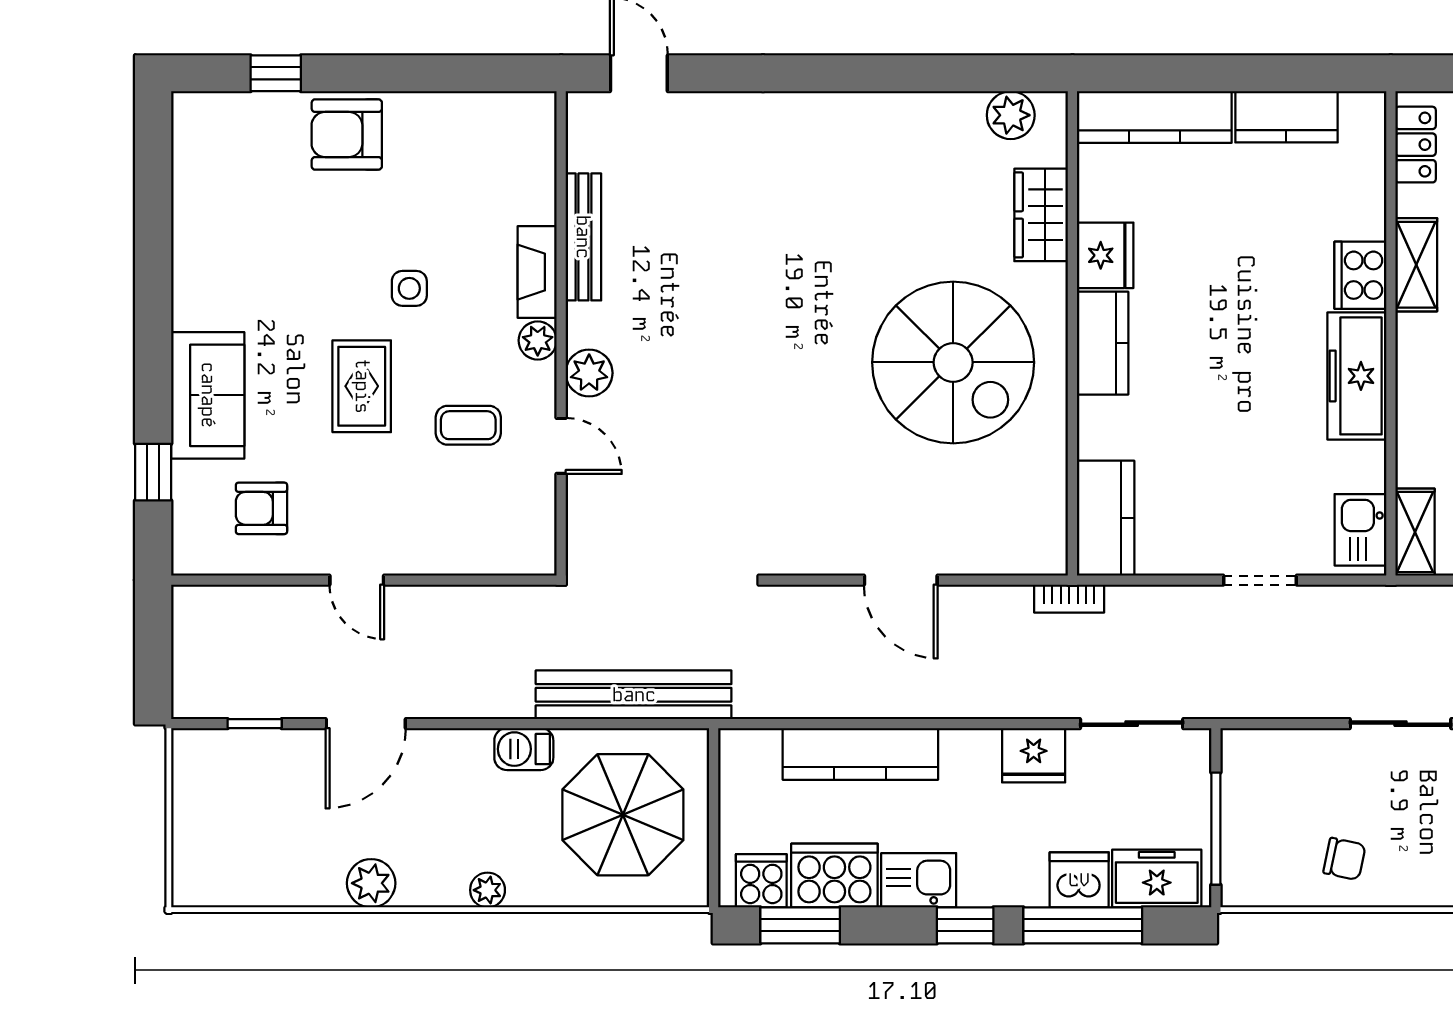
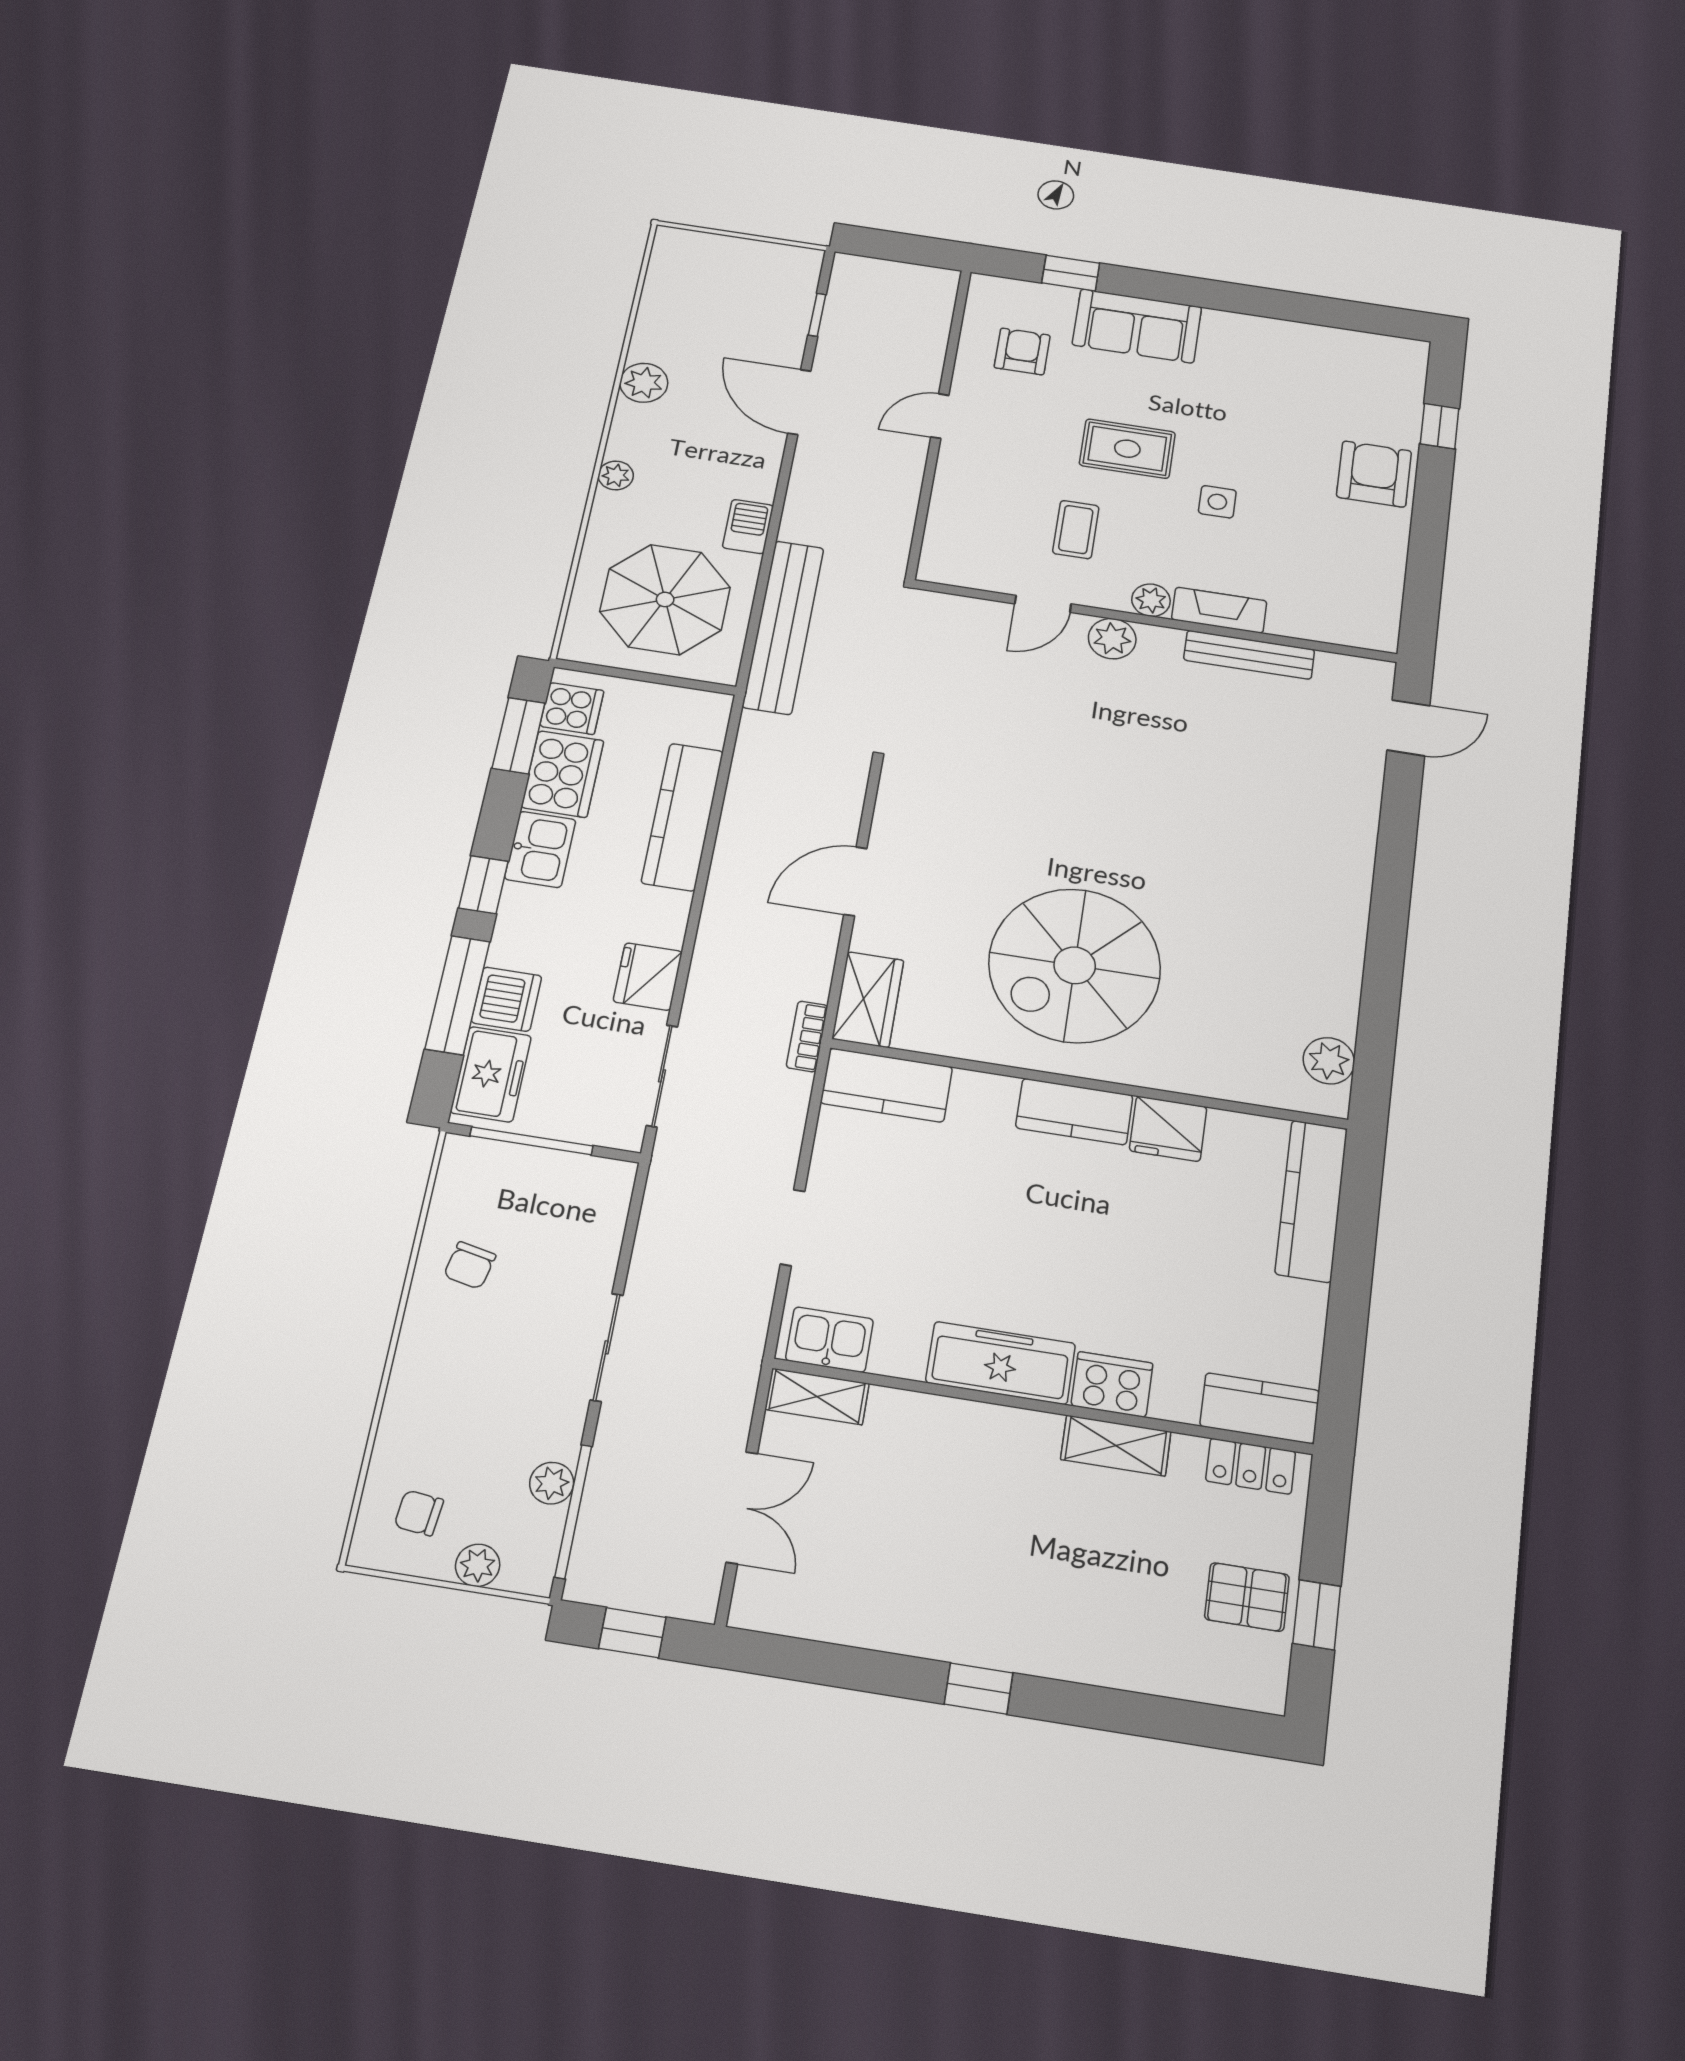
kitchen counter: (1286, 117) -> (1260, 1408), moved, turned 90
wardrobe: (1041, 215) -> (868, 999), moved, turned 90

